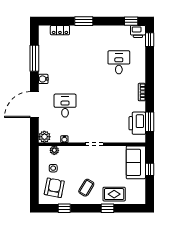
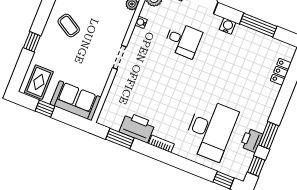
window: (84, 21) -> (269, 135), moved
printer: (138, 31) -> (251, 140), moved
desk: (119, 62) -> (210, 130), width x1.87, depth x1.30
printer: (137, 123) -> (137, 127), moved
window: (150, 169) -> (45, 109), moved
rug: (114, 194) -> (39, 82), moved

